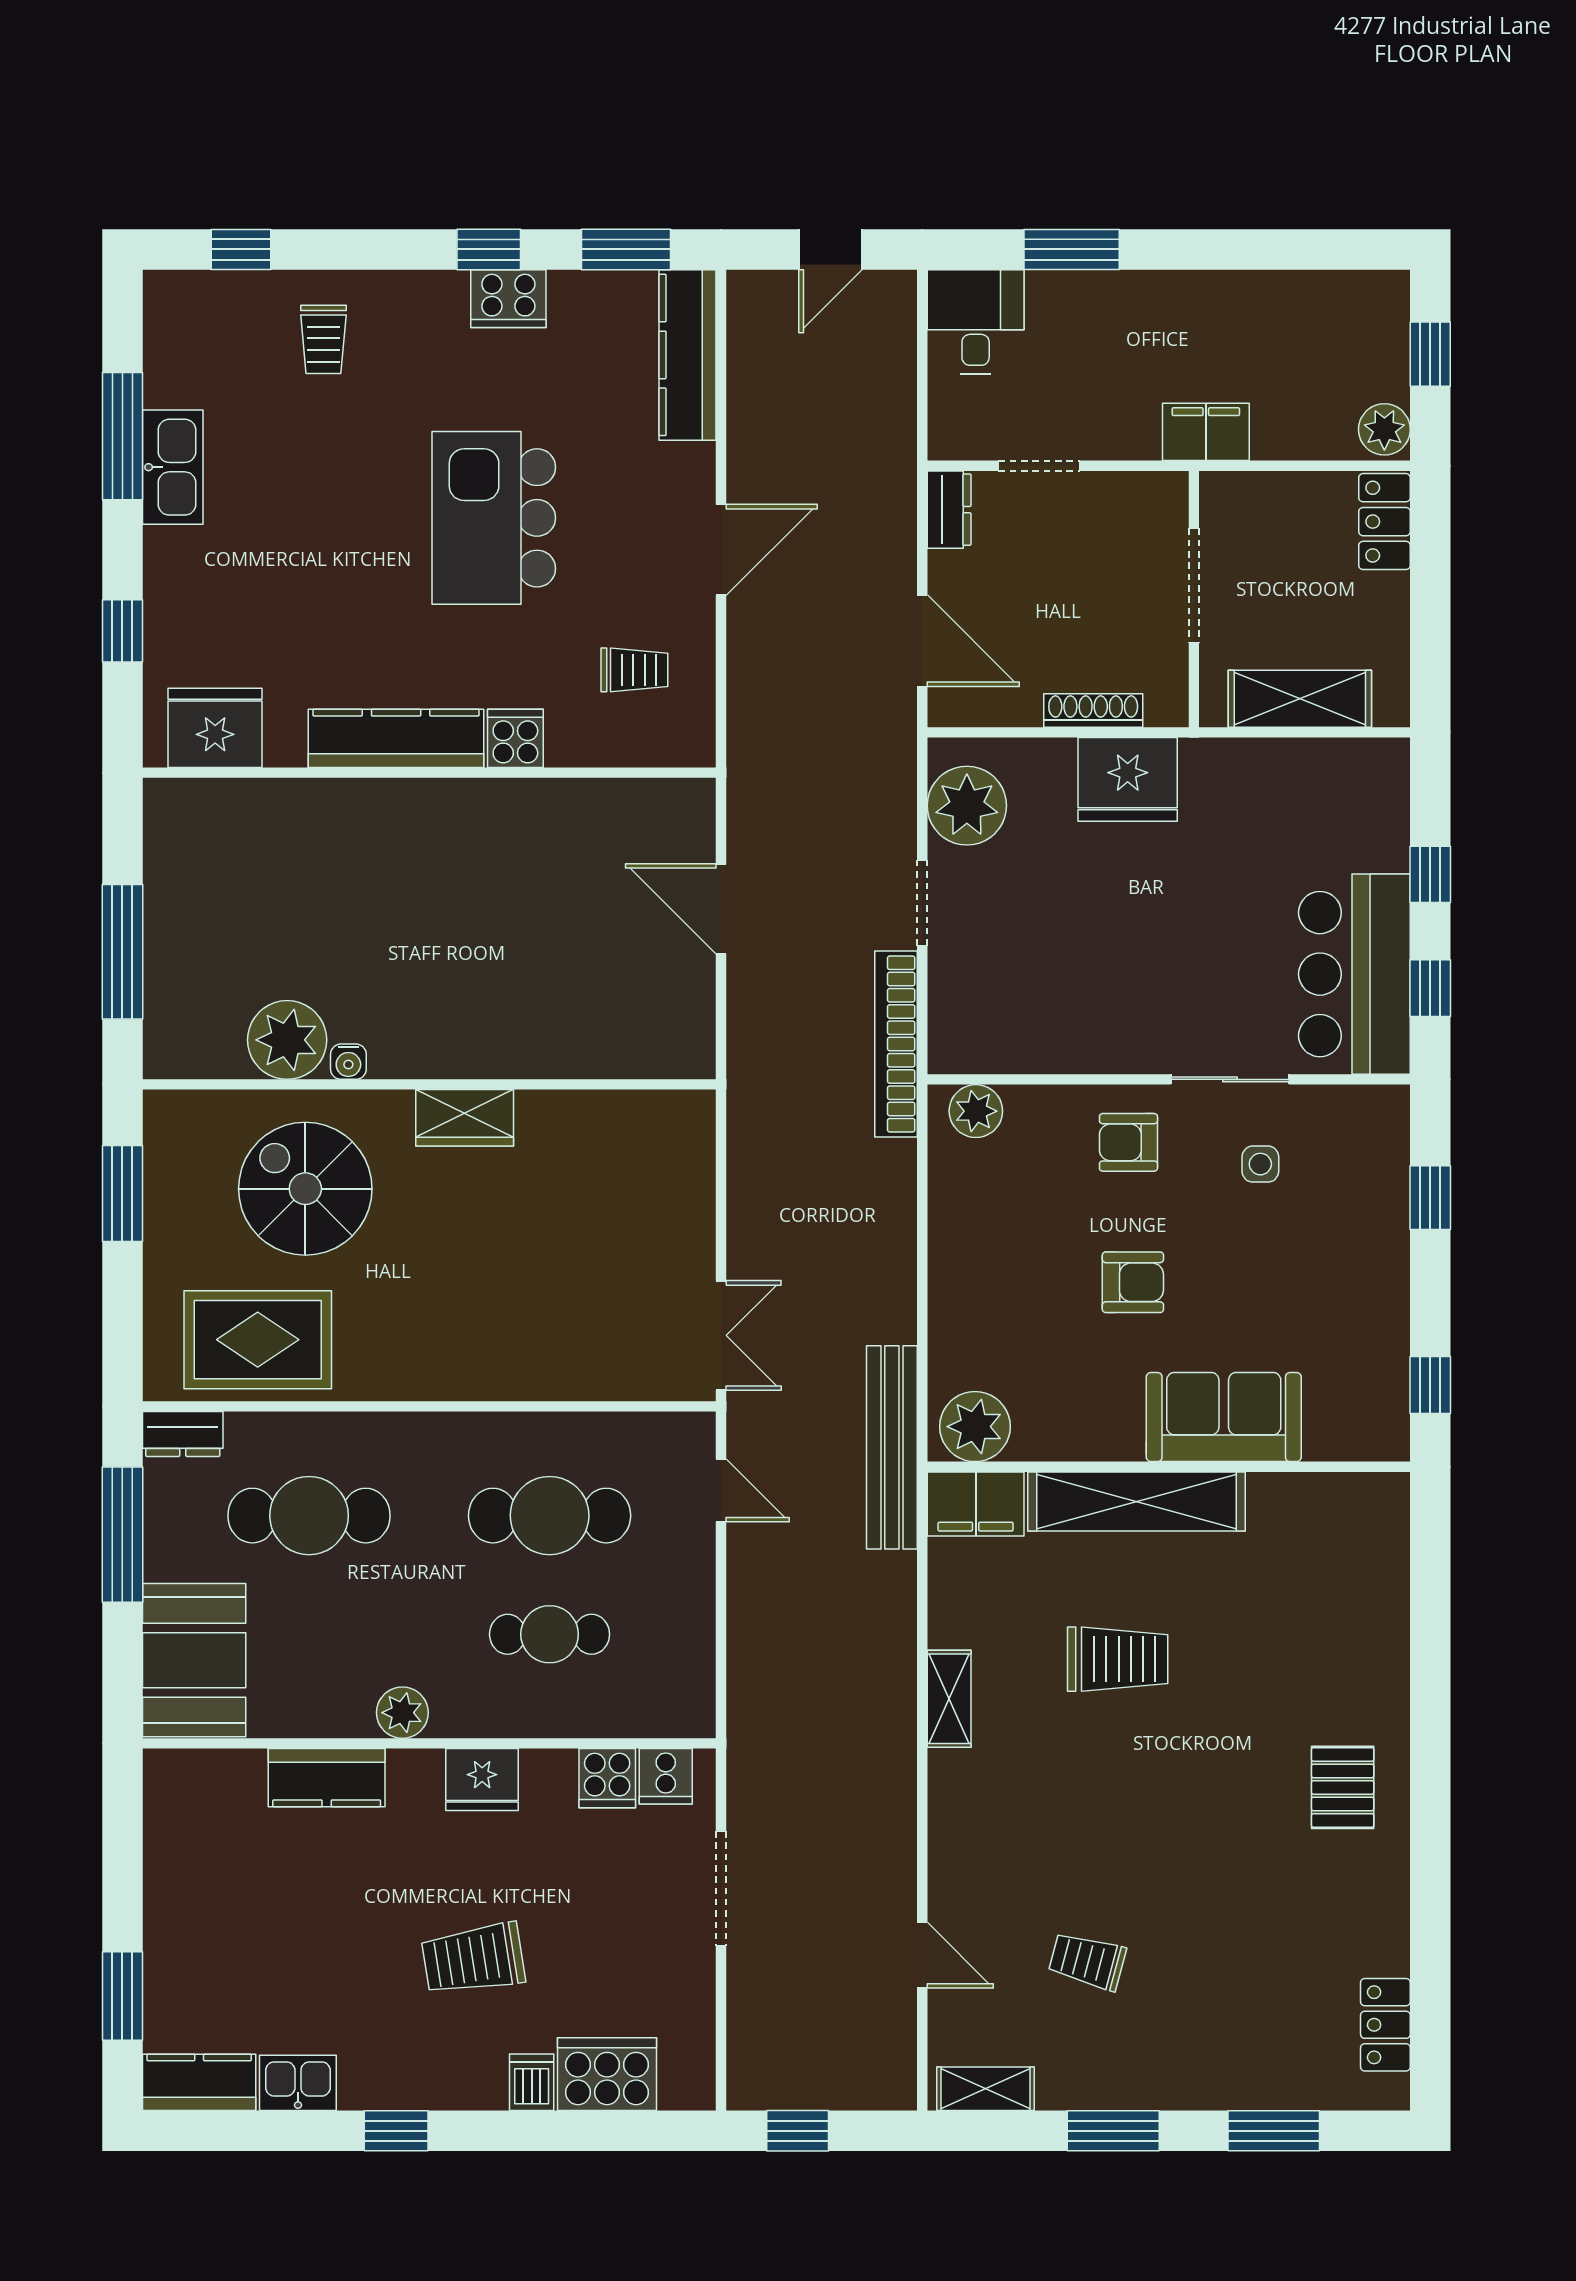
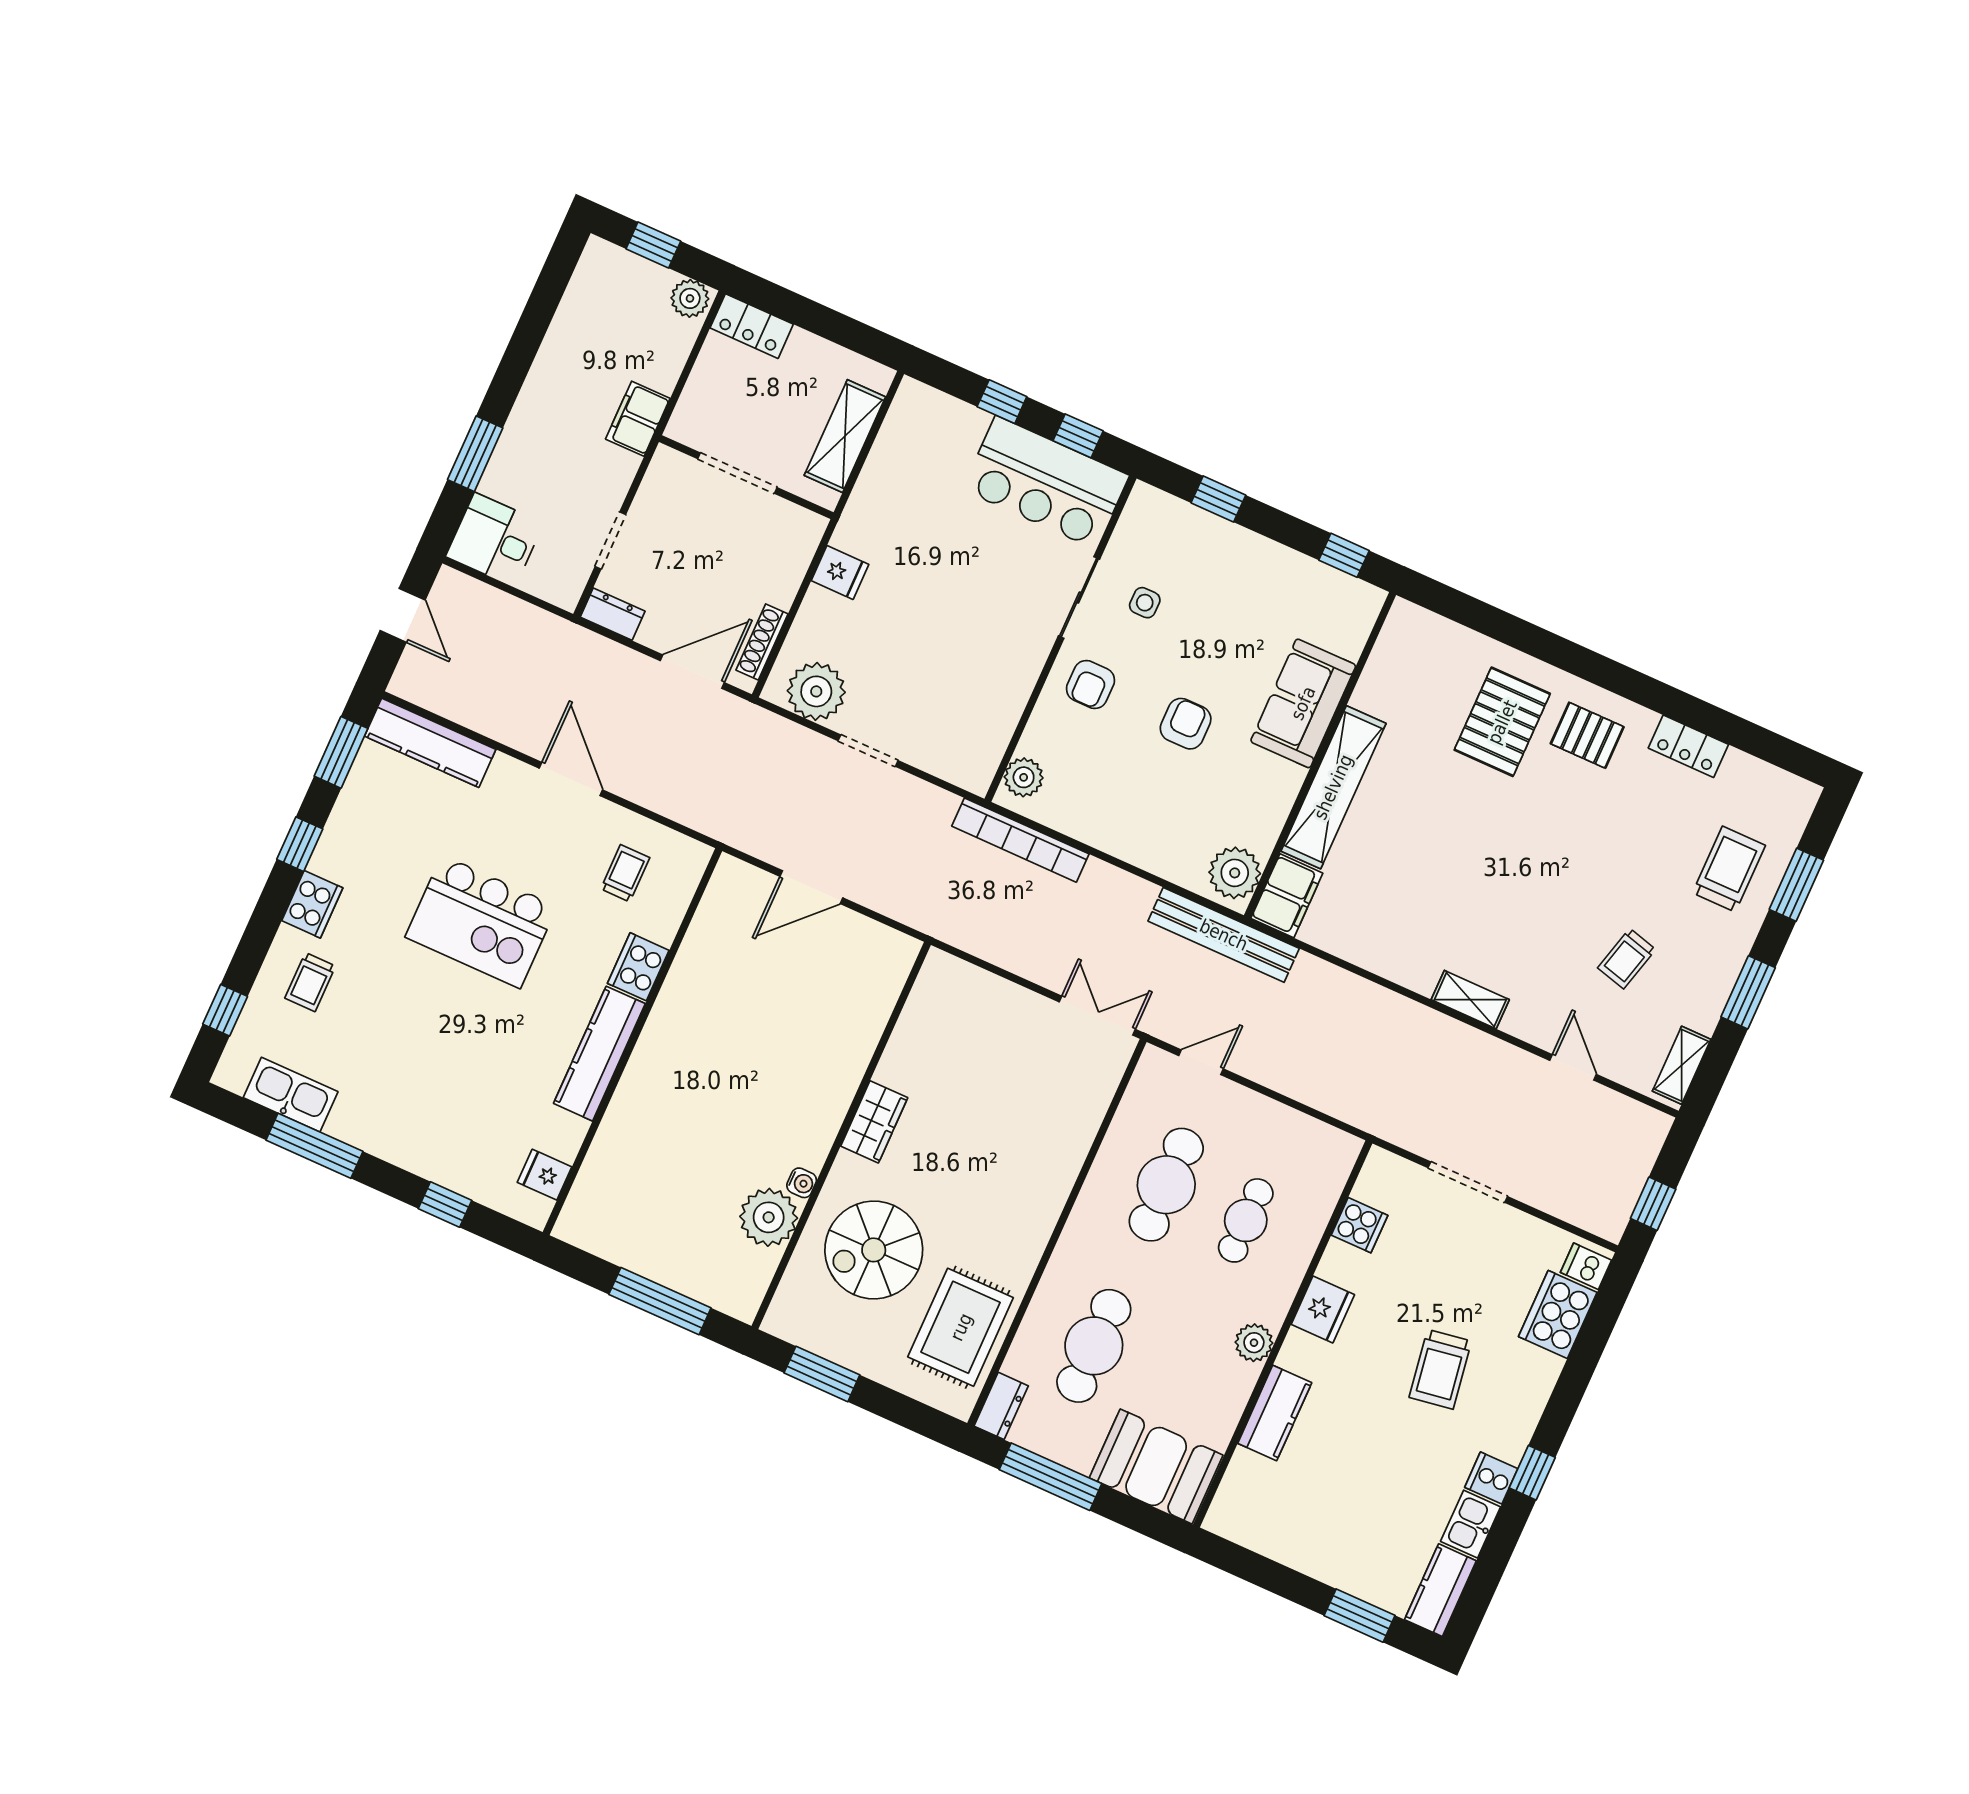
cooker: (508, 299) -> (312, 904), moved
trolley: (323, 339) -> (310, 982), turned 90
kitchen sink: (173, 467) -> (291, 1095), moved
shoe rack: (1093, 711) -> (762, 642), moved
fridge: (215, 728) -> (545, 1175), width x0.53, depth x0.75
cooker: (515, 738) -> (638, 967), width x1.36
fridge: (1128, 779) -> (840, 573), width x0.53, depth x0.75
bookcase: (896, 1044) -> (1020, 840), moved
trolley: (1118, 1659) -> (1729, 869), moved
pallet: (1312, 1674) -> (1502, 722), added
shelving: (949, 1699) -> (1470, 1000), moved
cooker: (666, 1776) -> (1491, 1478), moved, turned 180
door: (922, 1955) -> (1573, 1067), hinge flipped
locker: (1385, 2025) -> (1688, 746), moved
dishwasher: (532, 2082) -> (1586, 1266), moved

